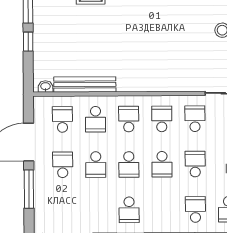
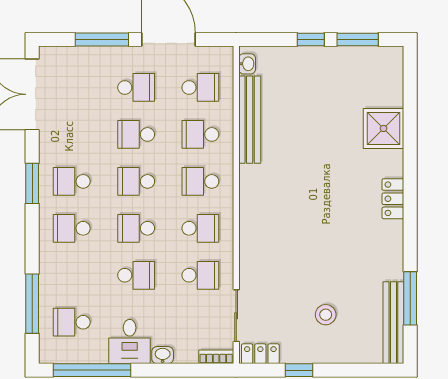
school desk: (129, 119) -> (200, 181), turned 180
school desk: (195, 209) -> (72, 228), moved, turned 180

